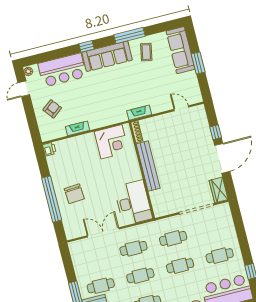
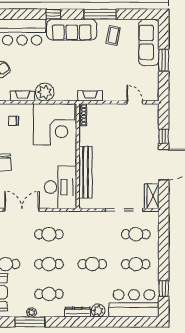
plant: (97, 120) -> (45, 92), added
corner desk: (112, 142) -> (54, 124), width x1.36, depth x1.36
chair: (75, 153) -> (14, 121), added
bench: (148, 166) -> (85, 172), moved
cafe table: (173, 238) -> (136, 234), moved

